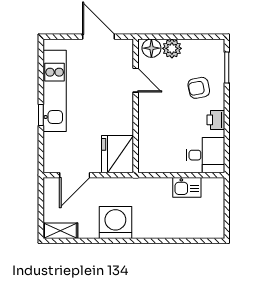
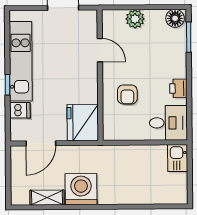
floor lamp: (151, 48) -> (175, 18), moved
armchair: (199, 88) -> (127, 95), moved, turned -79
dishwasher: (53, 141) -> (20, 110), added
kitchen sink: (187, 187) -> (178, 158), moved, turned 90
shelving: (60, 231) -> (47, 198), moved

